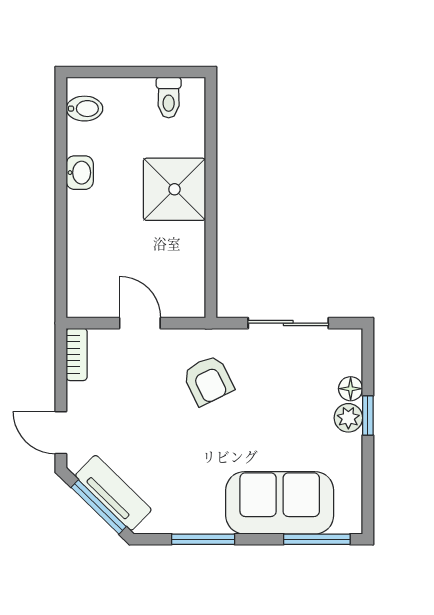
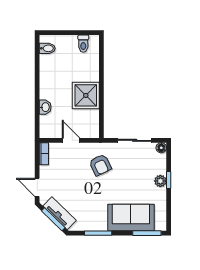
washbasin: (80, 173) -> (45, 107), moved
shower: (174, 189) -> (86, 95), moved
floor lamp: (351, 389) -> (161, 148), moved

